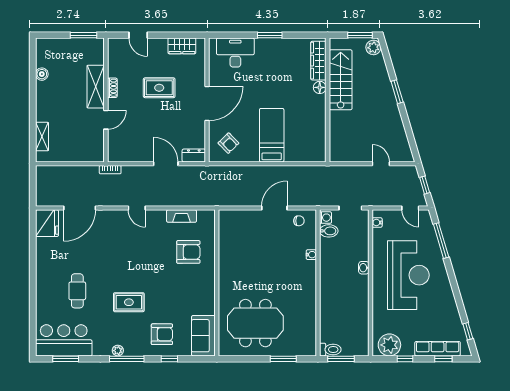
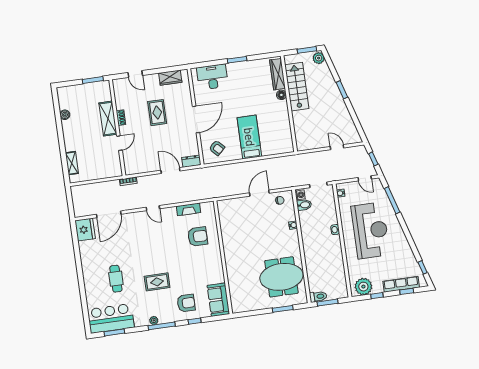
rug: (159, 88) -> (157, 113), turned 90
meeting table: (255, 323) -> (281, 277), moved

